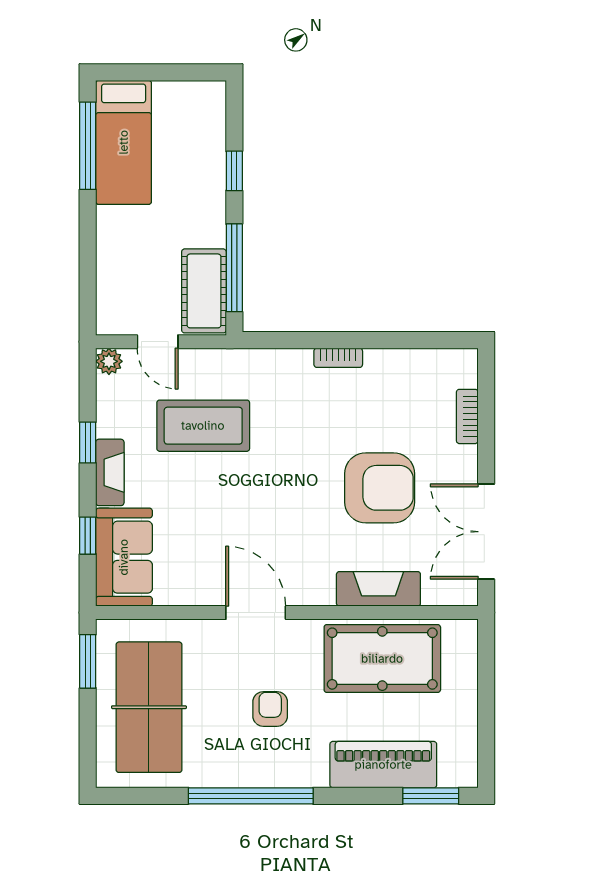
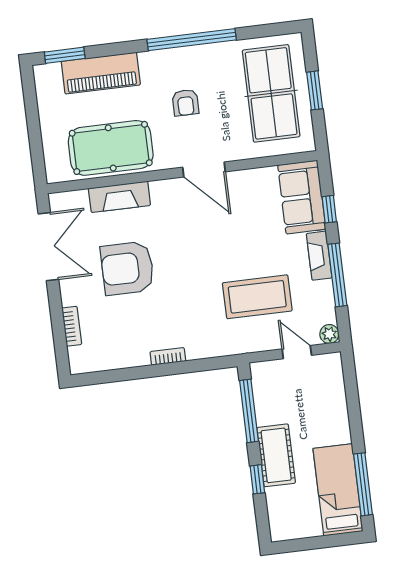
cot: (204, 291) -> (276, 455), moved
window: (88, 442) -> (337, 275), width x2.17
window: (88, 661) -> (315, 90), moved

